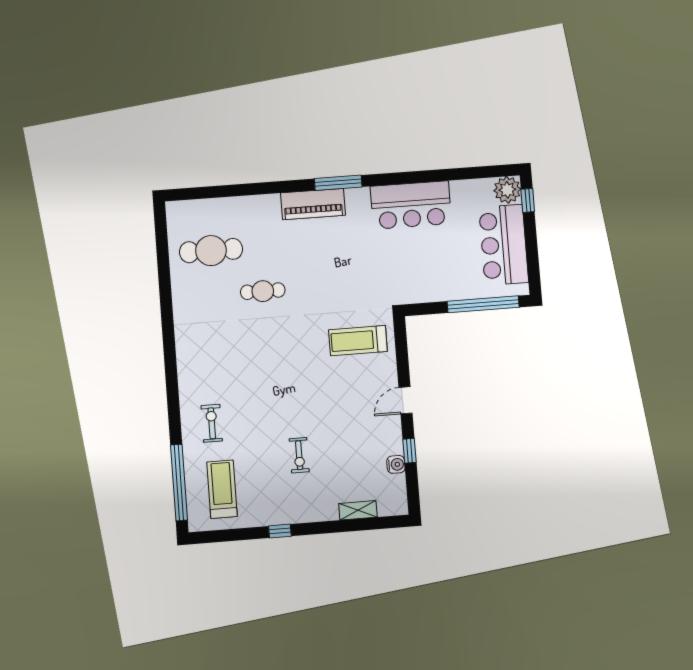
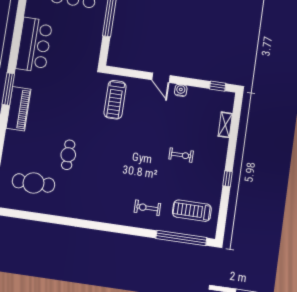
cafe table: (211, 251) -> (33, 183), turned 90
window: (410, 451) -> (218, 86), moved
water cooler: (396, 464) -> (181, 90), moved

